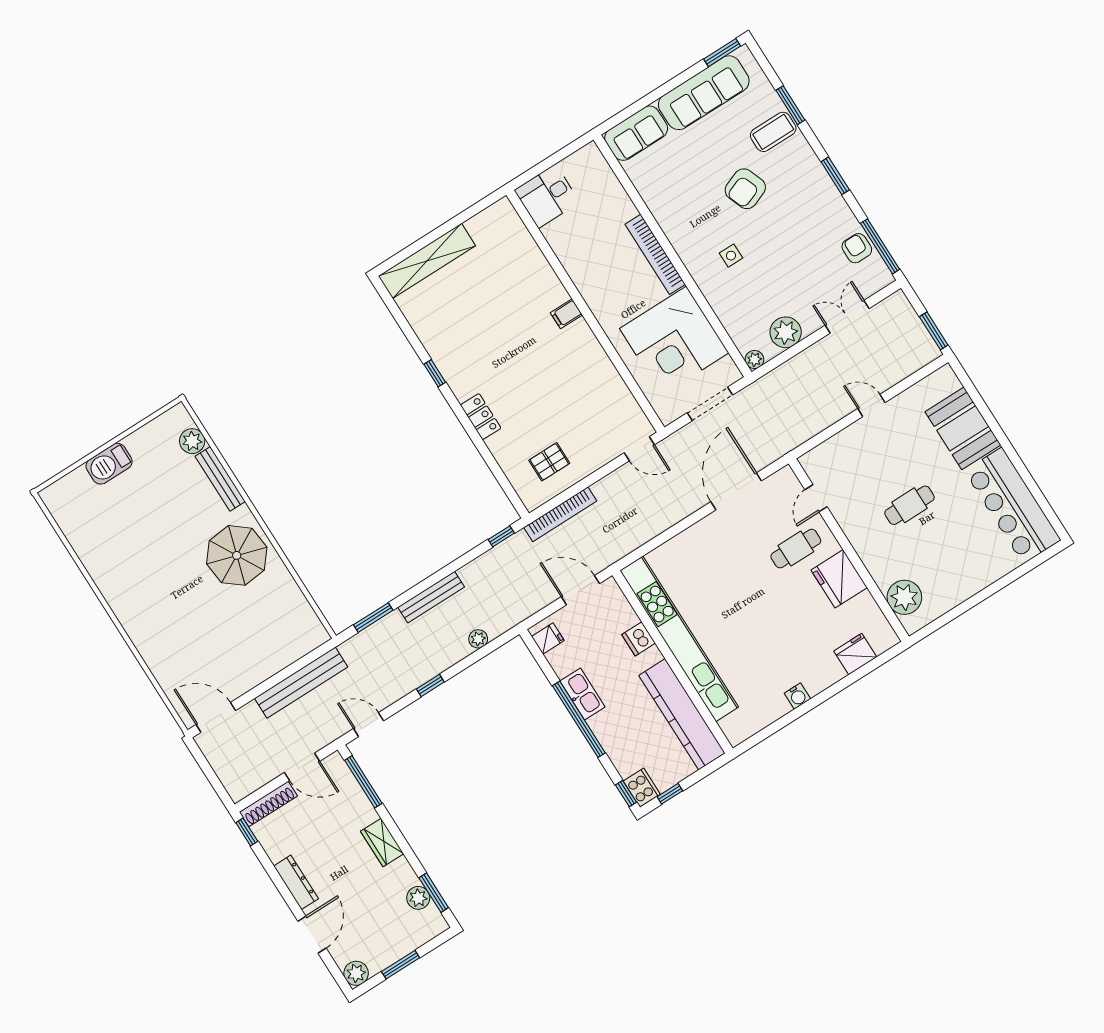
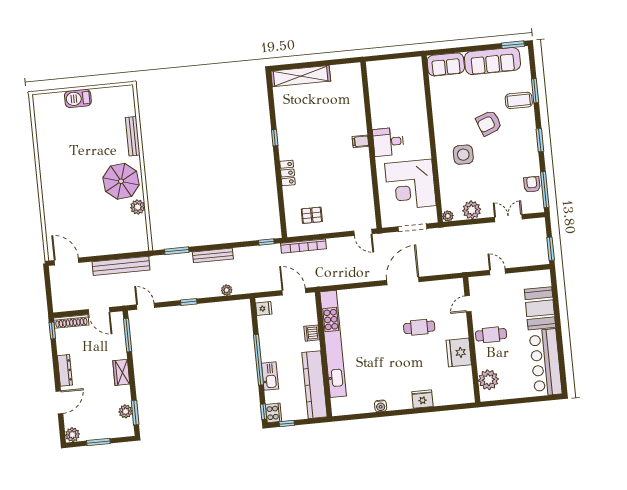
desk: (547, 196) -> (388, 142), moved
bookcase: (655, 254) -> (423, 134), removed
side table: (731, 256) -> (463, 155), width x1.87, depth x1.87
plant: (192, 441) -> (138, 207), moved
door: (816, 498) -> (468, 304), moved
wall: (849, 550) -> (472, 340), moved
fridge: (839, 579) -> (459, 352), moved
plant: (904, 597) -> (488, 380), moved
kitchen sink: (582, 694) -> (270, 376), moved

